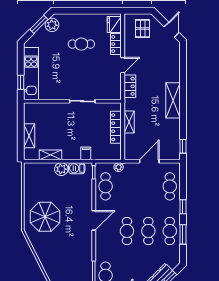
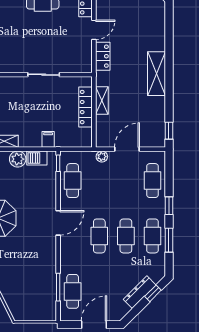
plant: (119, 167) -> (102, 157), moved

